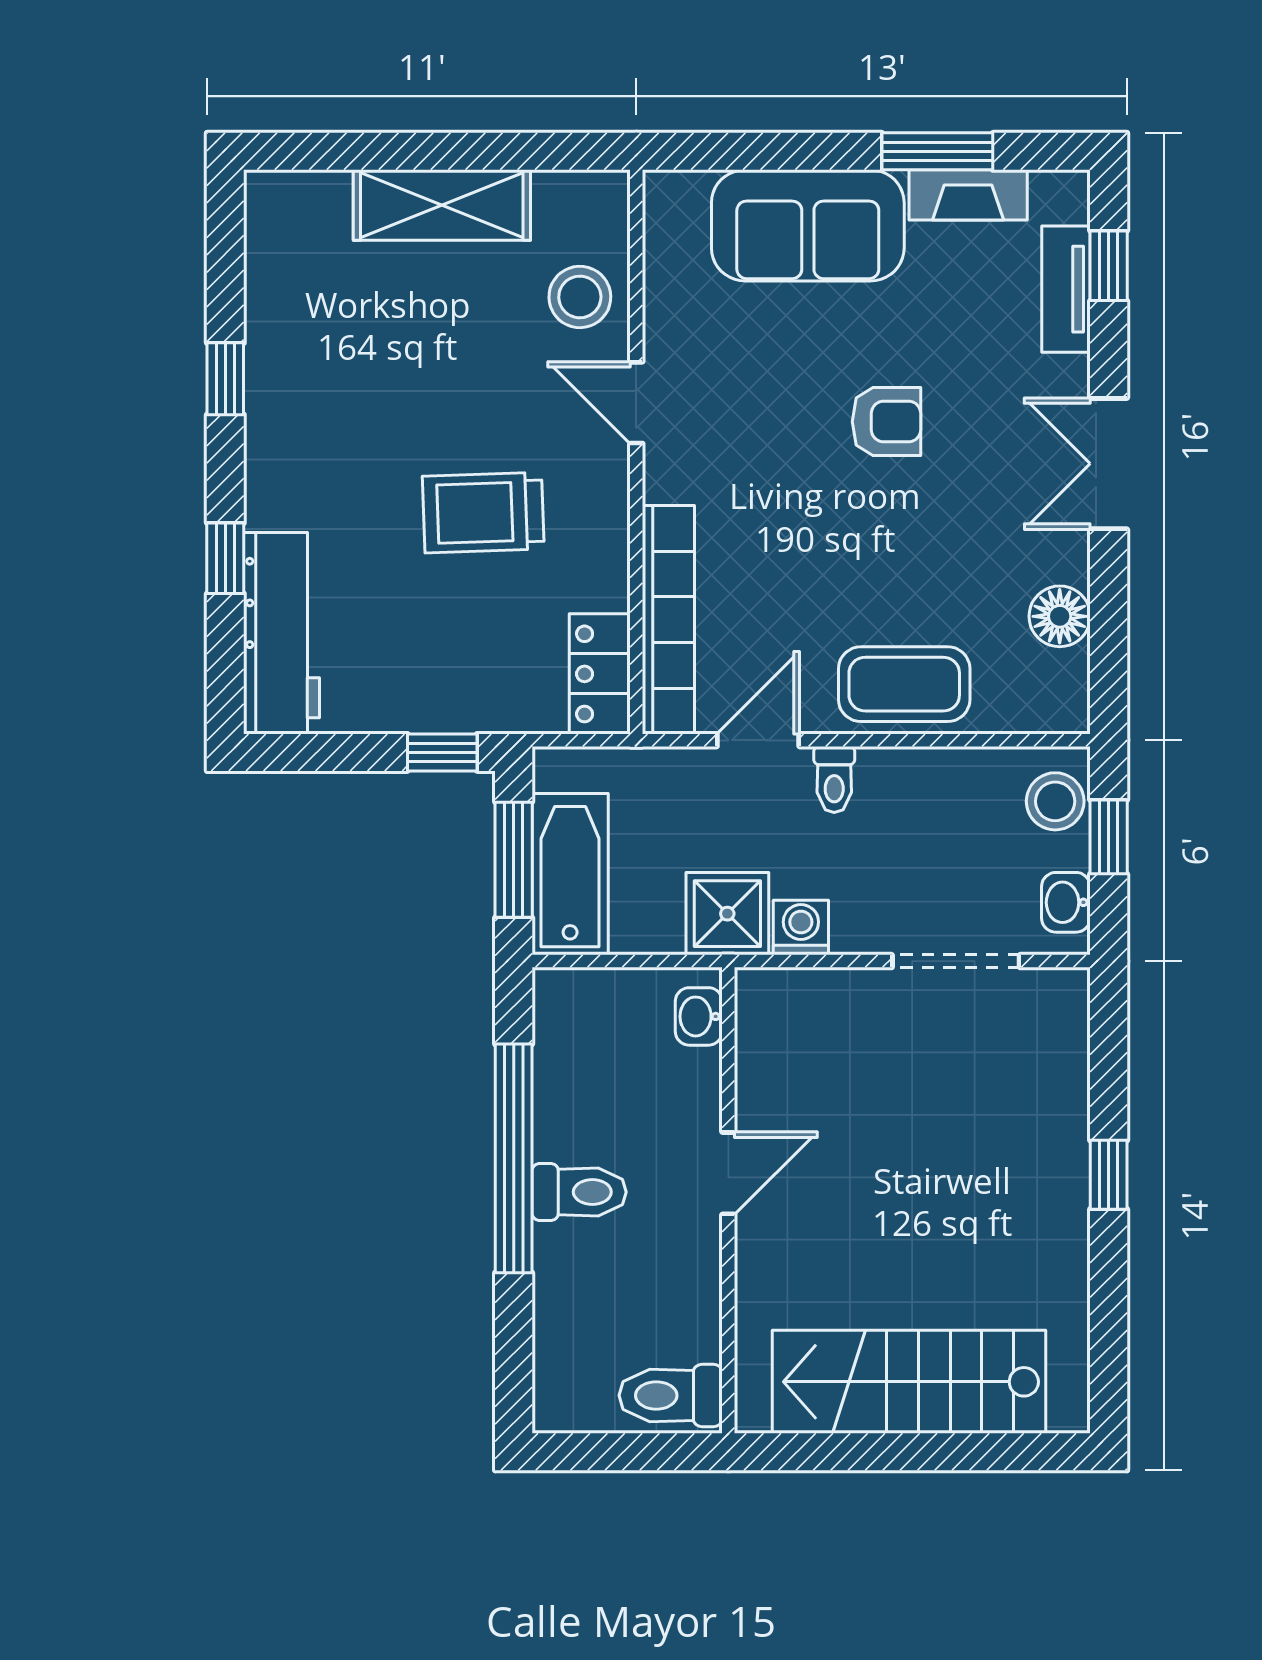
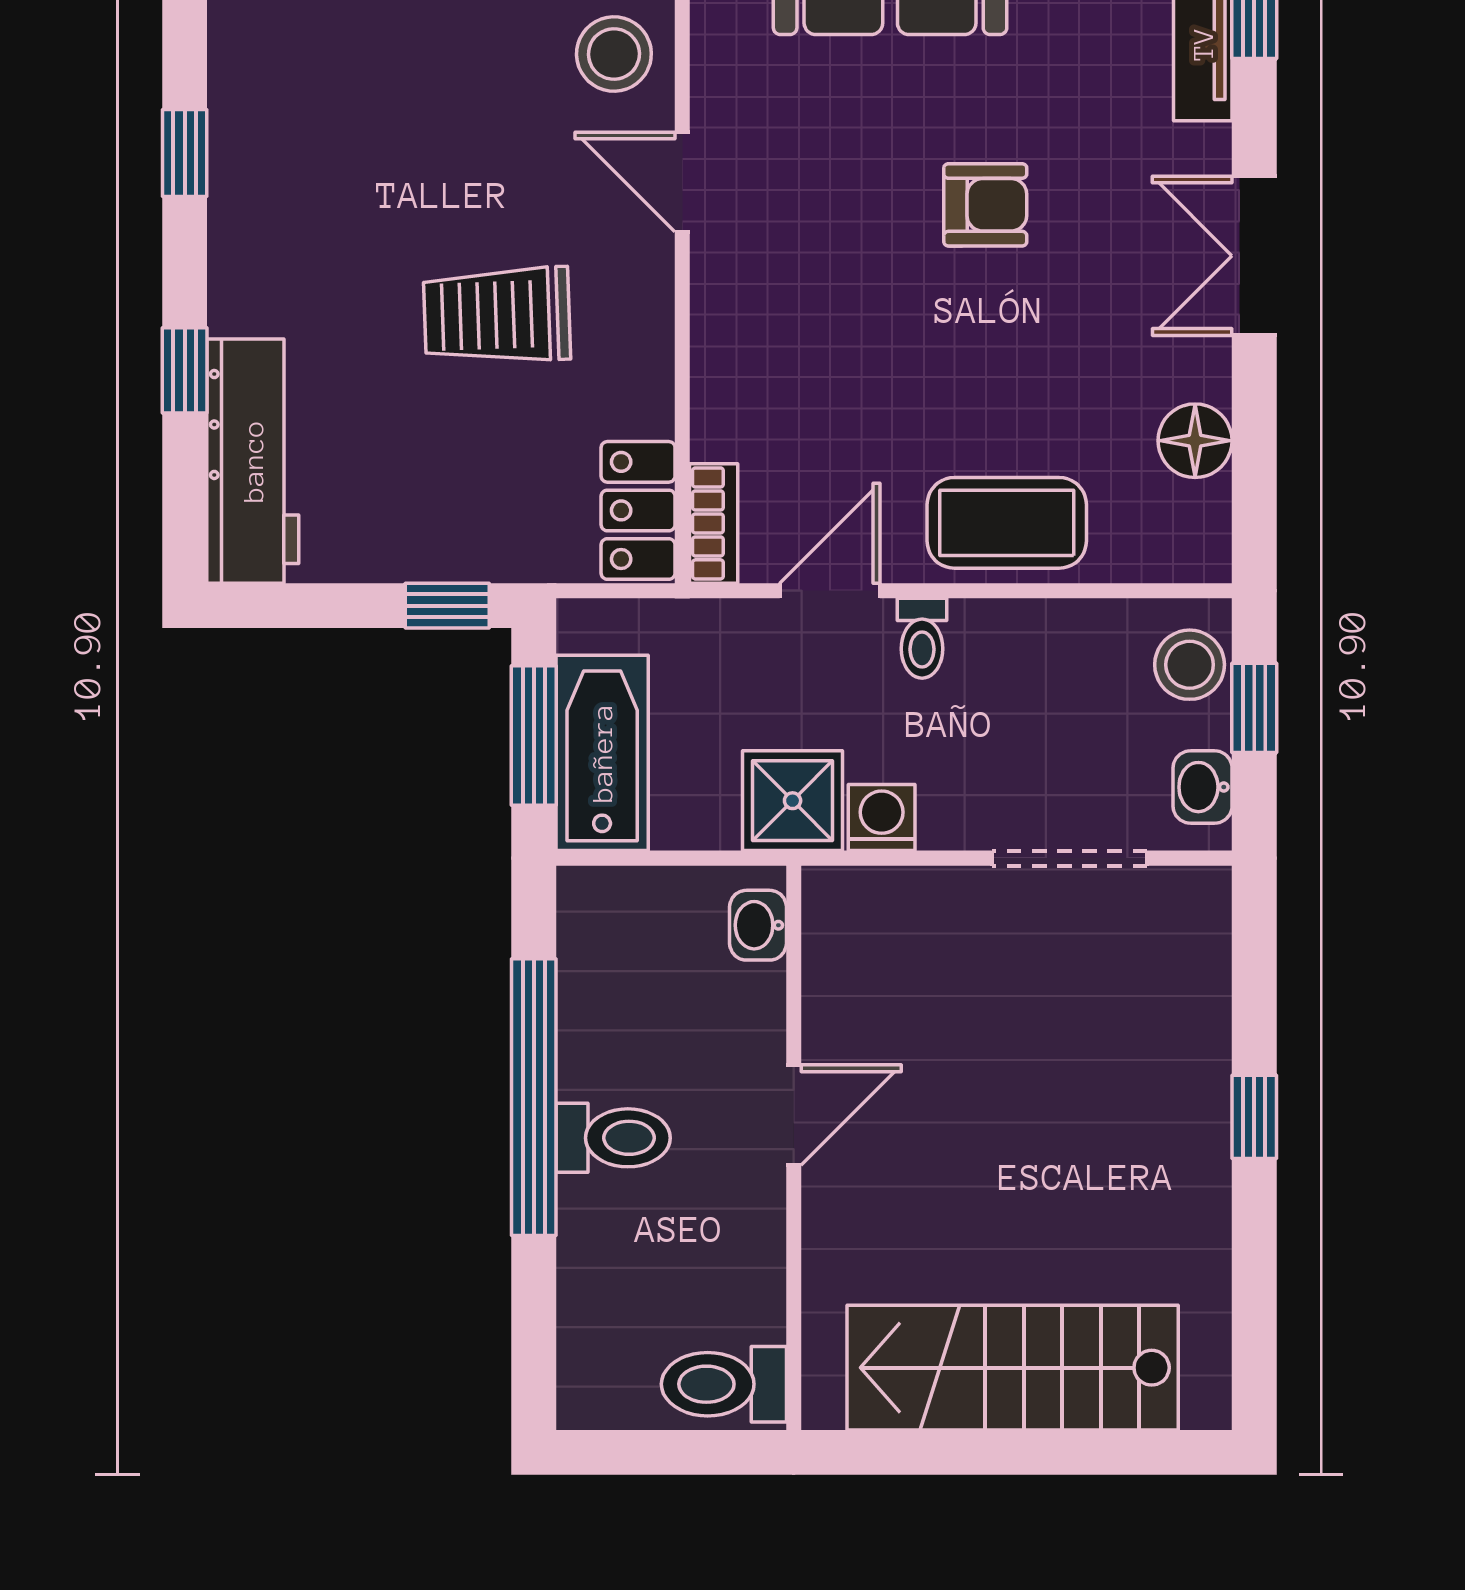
bookcase: (668, 620) -> (714, 523), width x0.43, depth x0.76

